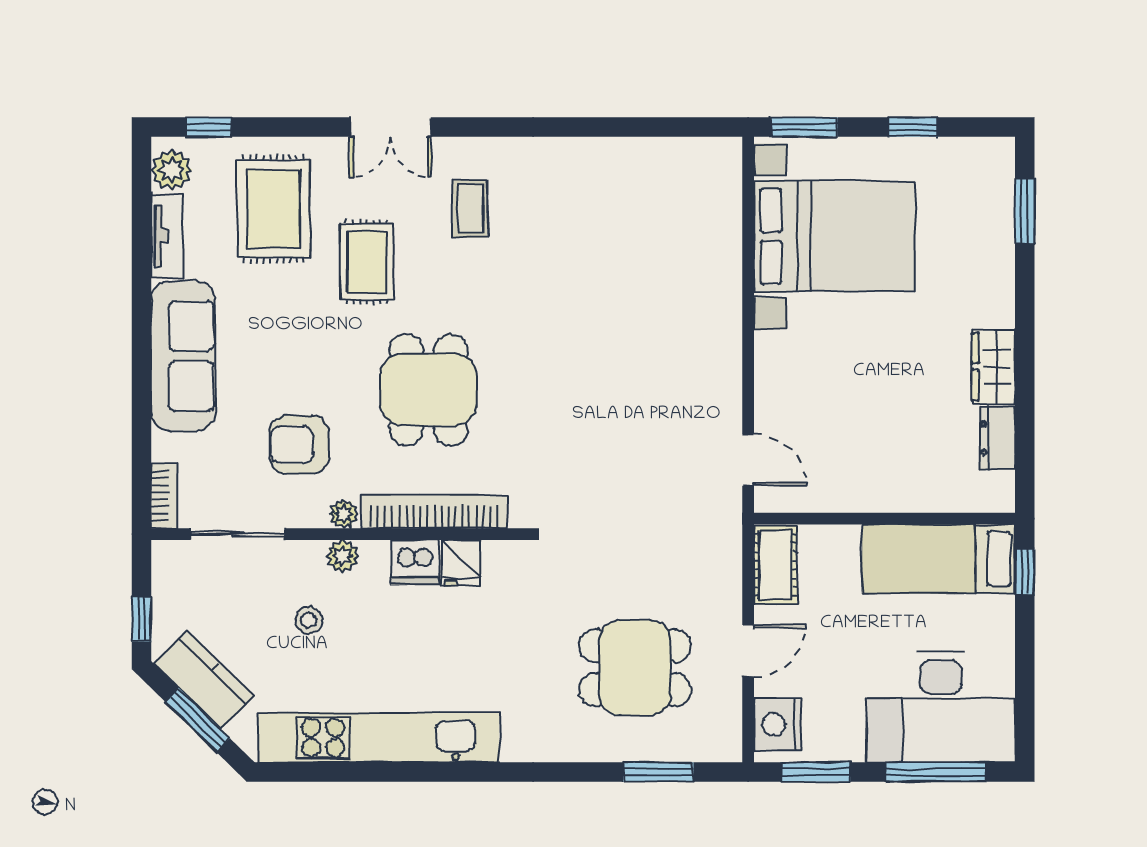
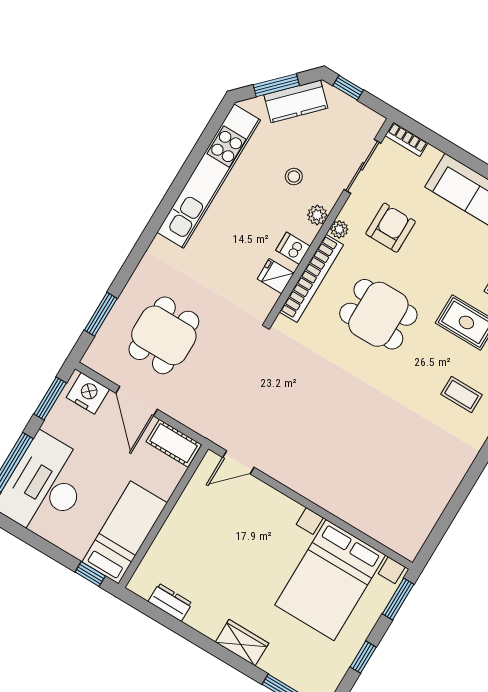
wardrobe: (993, 367) -> (242, 643), moved
dishwasher: (415, 562) -> (293, 248), width x0.73
door: (748, 651) -> (137, 401), width x1.38

